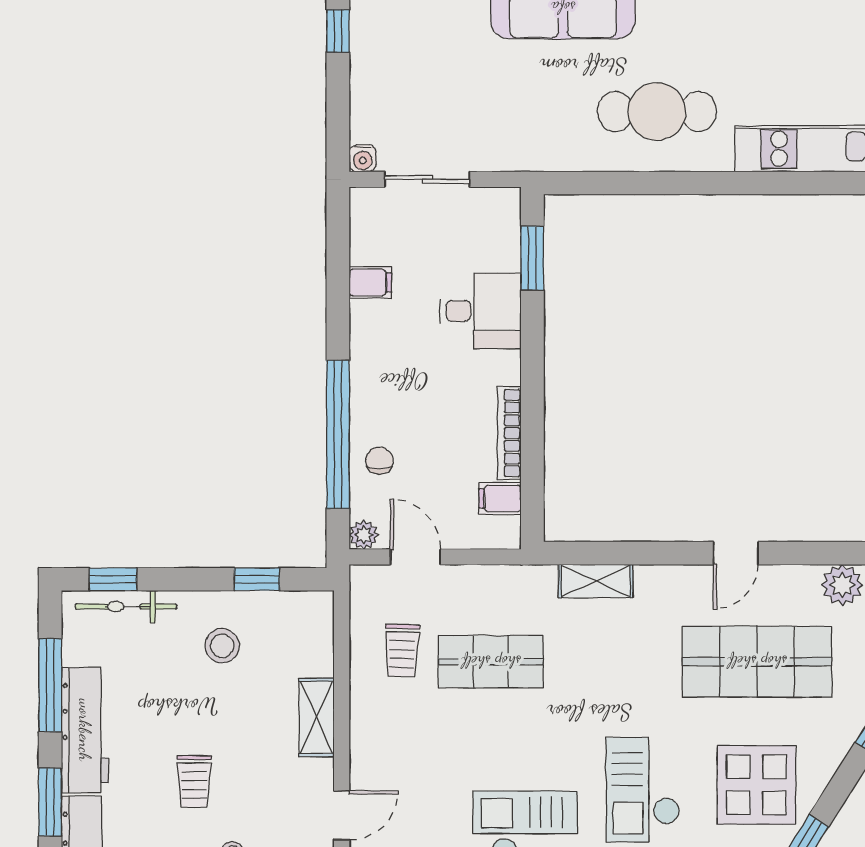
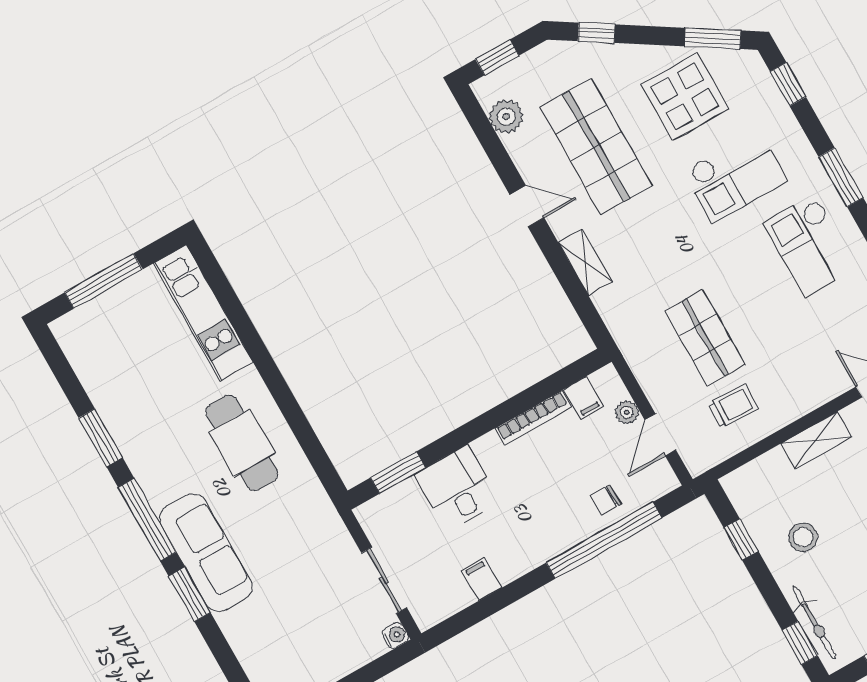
plant: (364, 535) -> (627, 412), moved
shelving: (596, 581) -> (585, 262), moved

